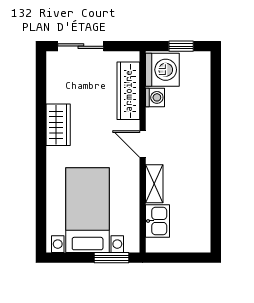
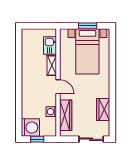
washing machine: (162, 70) -> (30, 127), moved, turned 180
wardrobe: (58, 125) -> (103, 110), moved
window: (112, 258) -> (88, 26), moved

